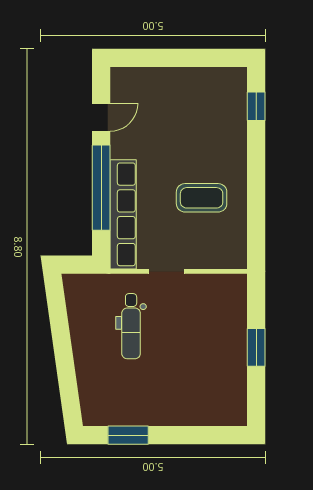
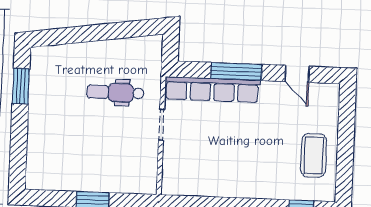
window: (101, 188) -> (236, 71), width x0.68
coffee table: (202, 198) -> (314, 155), moved

